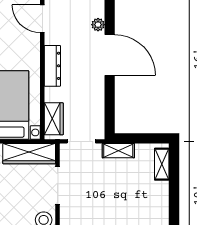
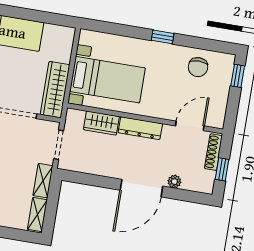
wardrobe: (54, 119) -> (101, 123), moved
shelving: (162, 164) -> (37, 214), moved, turned 90

